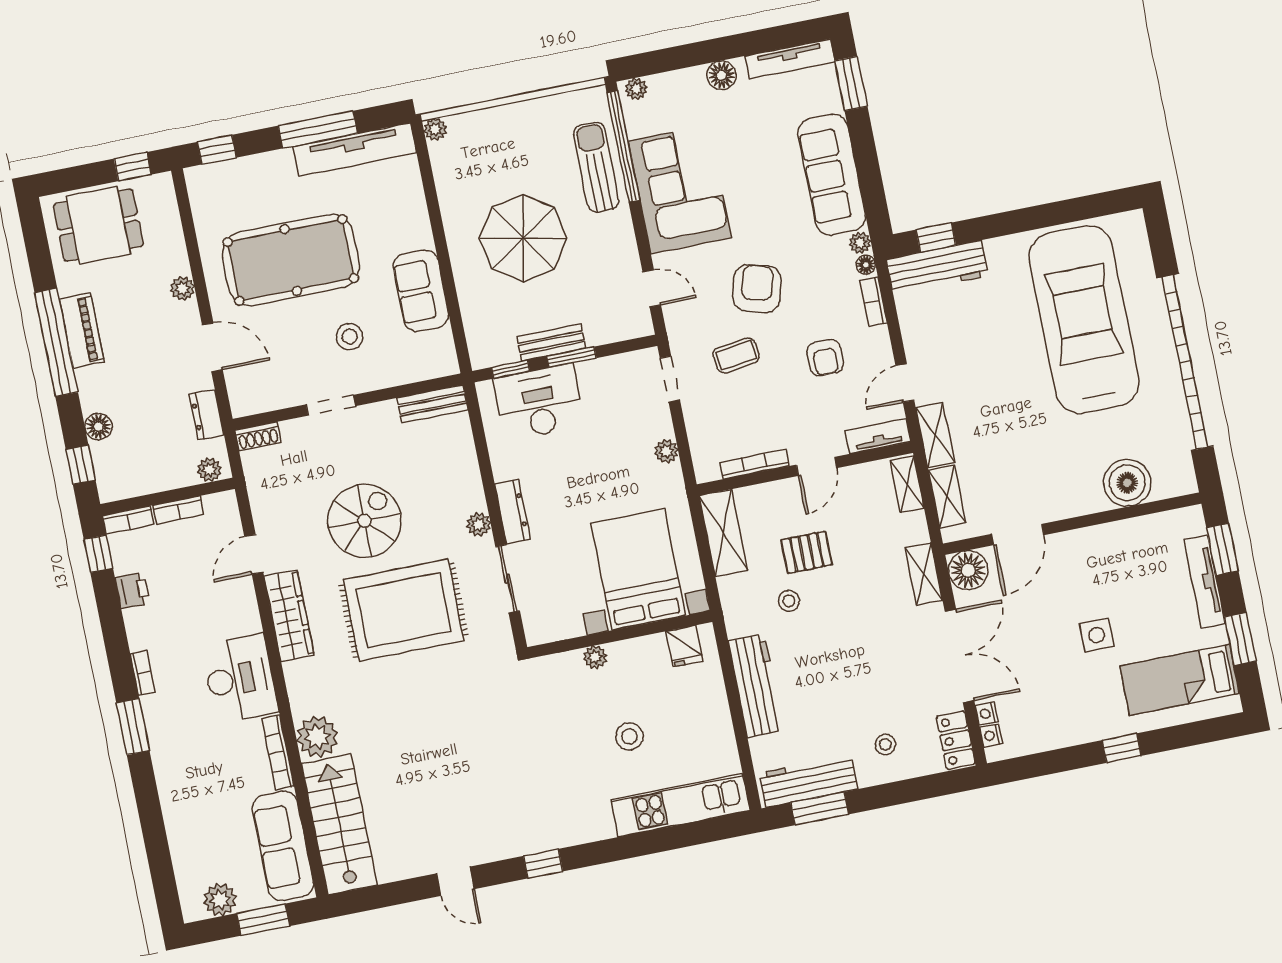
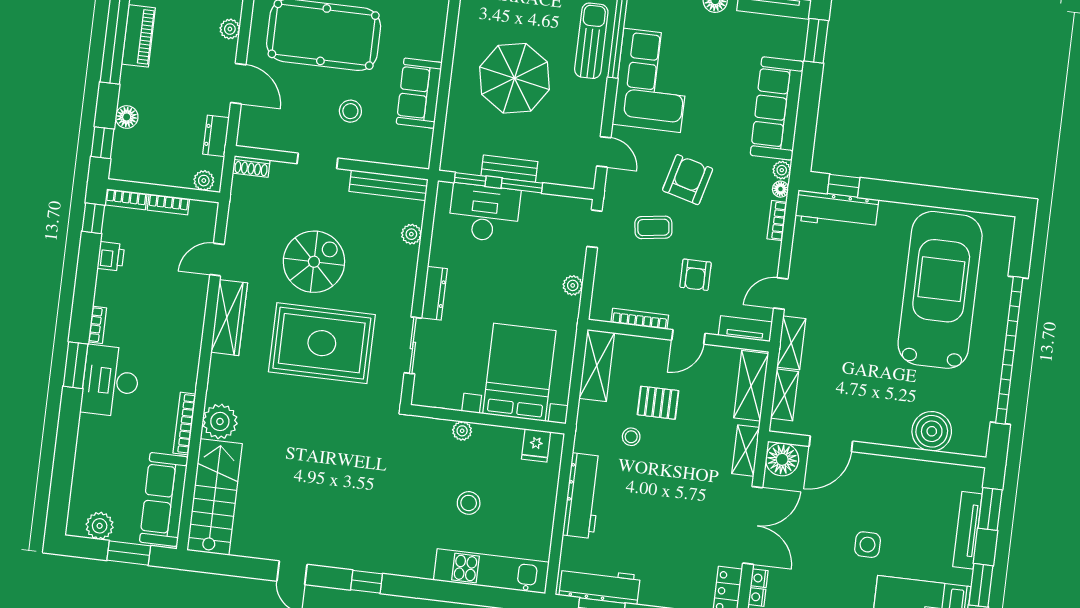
armchair: (825, 358) -> (695, 275), moved
bench: (432, 404) -> (389, 185), width x1.36
shelving: (907, 484) -> (751, 386), width x1.50, depth x1.33
plant: (479, 524) -> (411, 234), moved
desk: (240, 679) -> (111, 381), moved, turned 180
stool: (885, 744) -> (671, 576), removed

